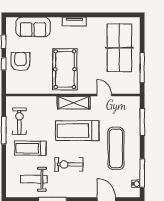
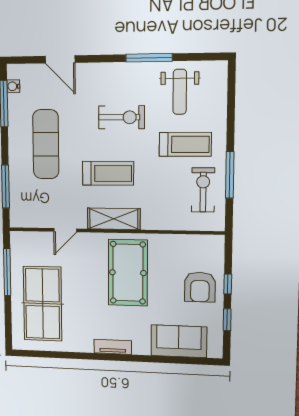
door: (104, 95) -> (65, 230), hinge flipped
exercise bike: (19, 121) -> (203, 190), turned 180
treadmill: (77, 131) -> (108, 173), width x0.73, depth x0.73
weight bench: (34, 179) -> (180, 92), turned 90

